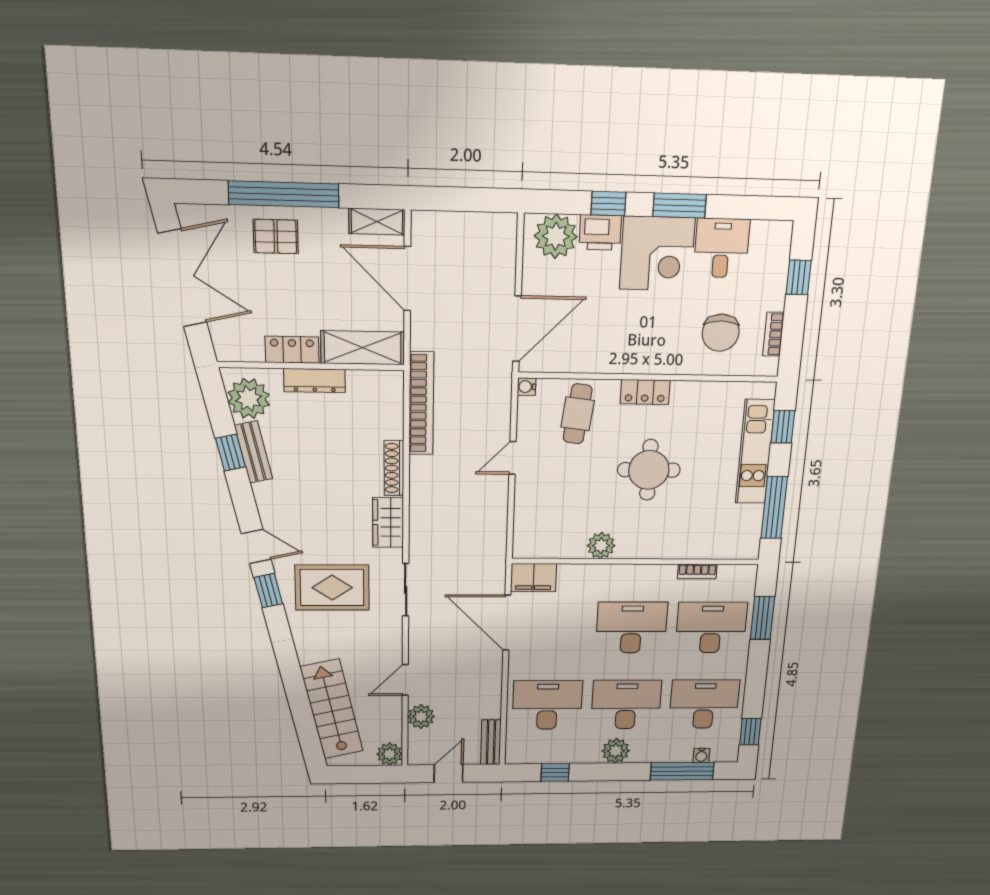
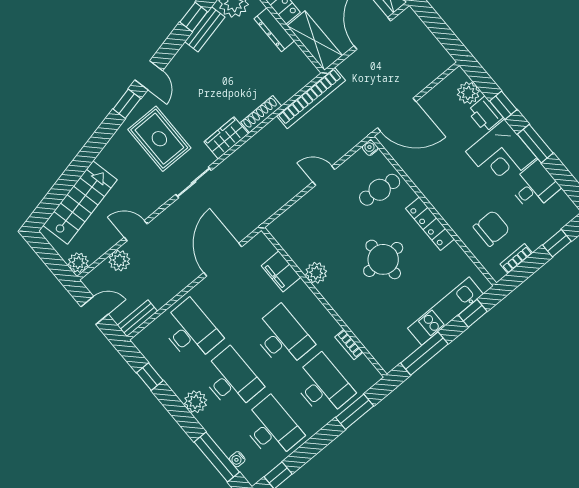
plant: (556, 236) -> (468, 93), width x0.73, depth x0.73
chair: (721, 333) -> (491, 228), turned 180
locker: (645, 392) -> (430, 224), width x1.53
filing cabinet: (534, 578) -> (281, 271), moved

